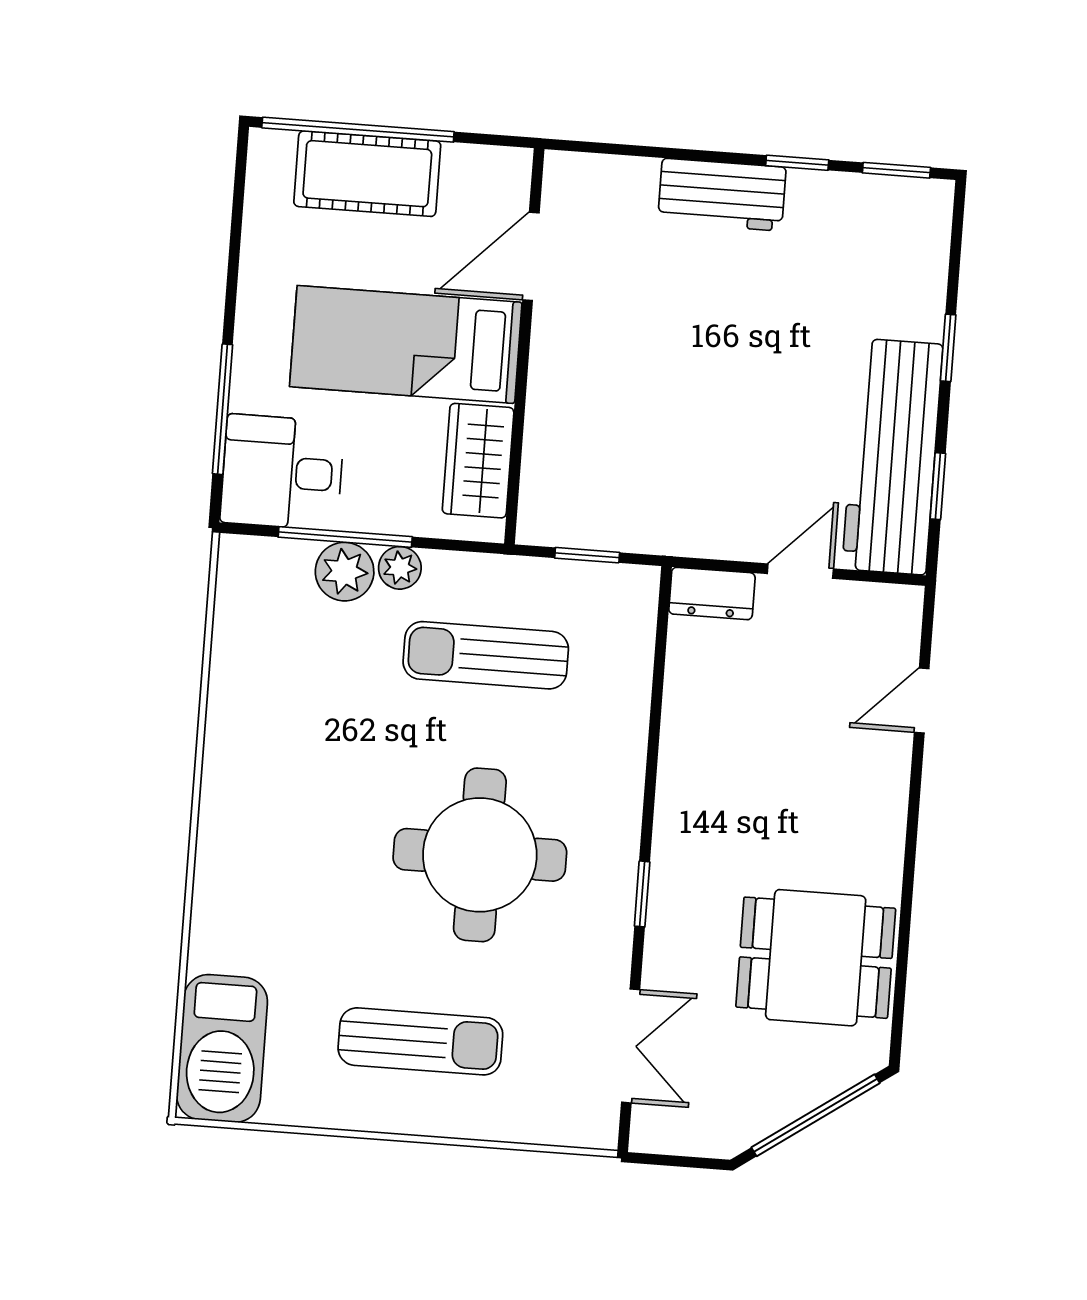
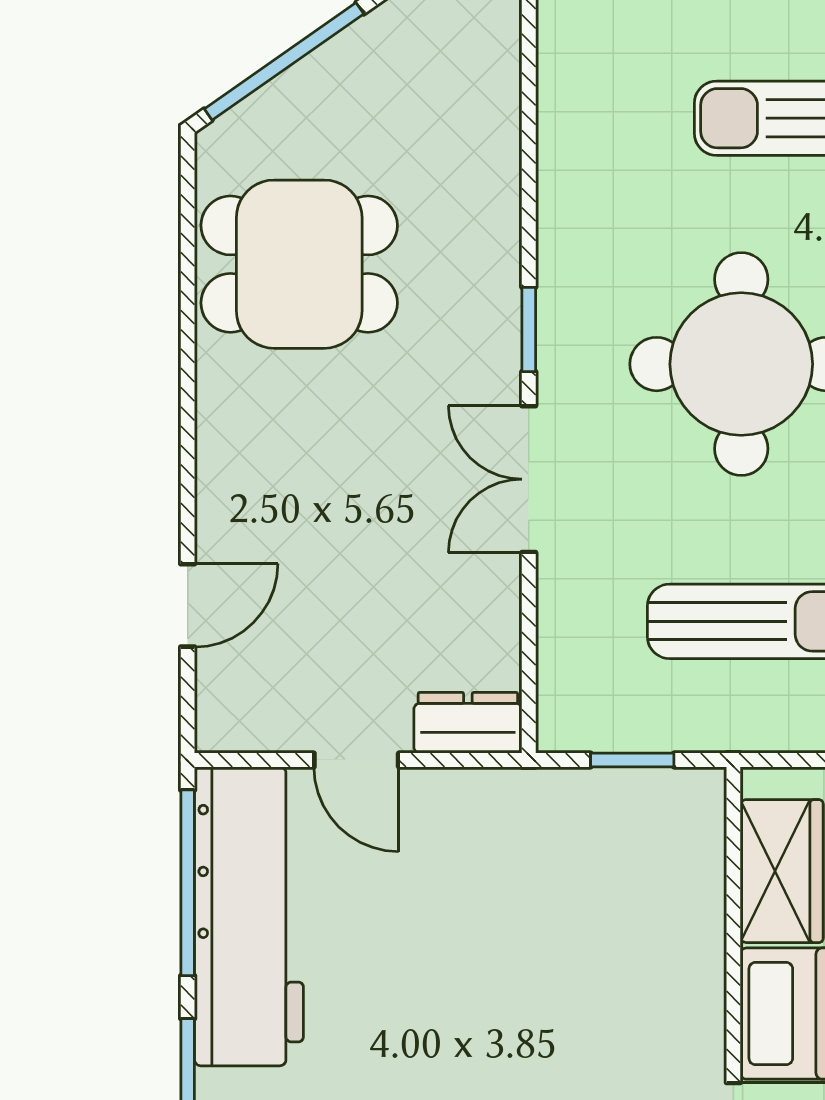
window: (938, 486) -> (188, 883), width x2.17
door: (800, 571) -> (356, 760), hinge flipped
double door: (631, 1046) -> (529, 479), moved

